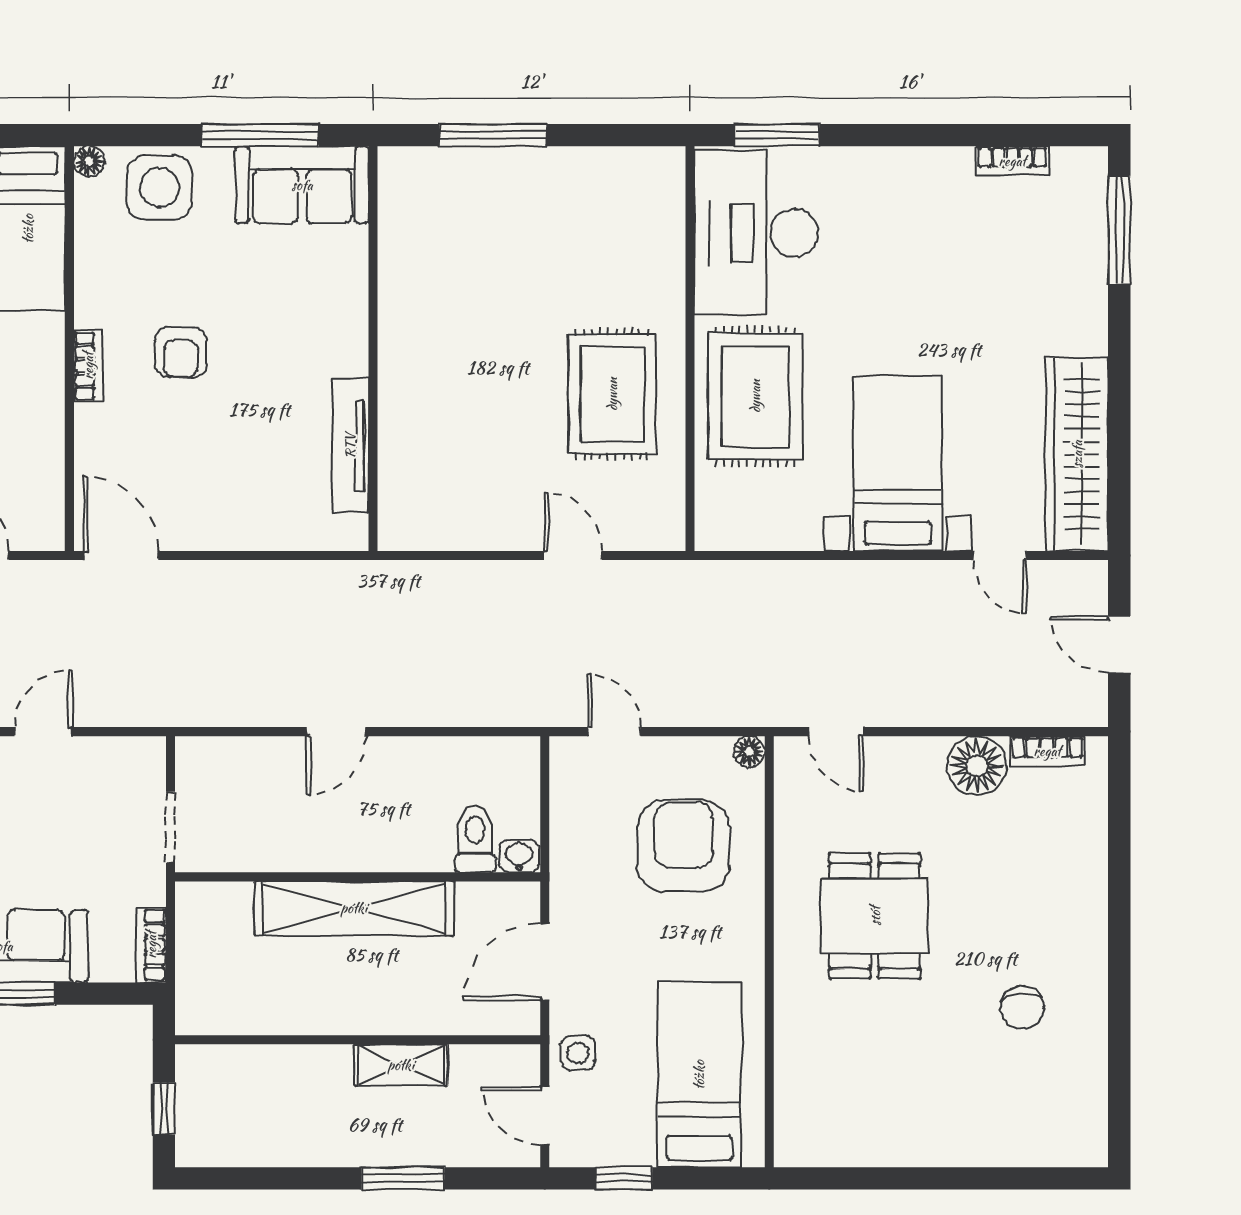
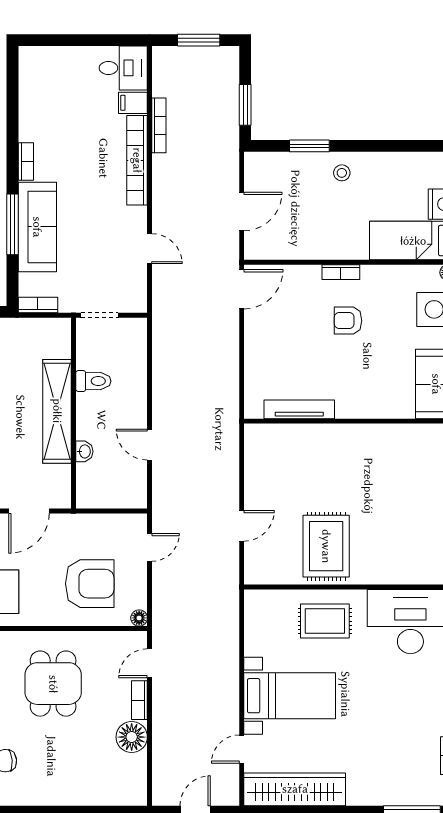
rug: (612, 394) -> (326, 546), turned 90
rug: (755, 396) -> (325, 621), width x0.73, depth x0.70
door: (336, 732) -> (150, 445), moved
bookcase: (1047, 751) -> (139, 700), moved
toilet: (475, 839) -> (93, 381), moved
washbasin: (519, 856) -> (84, 451), moved
dining table: (875, 916) -> (53, 684), turned 90
door: (545, 962) -> (29, 511), swing flipped

